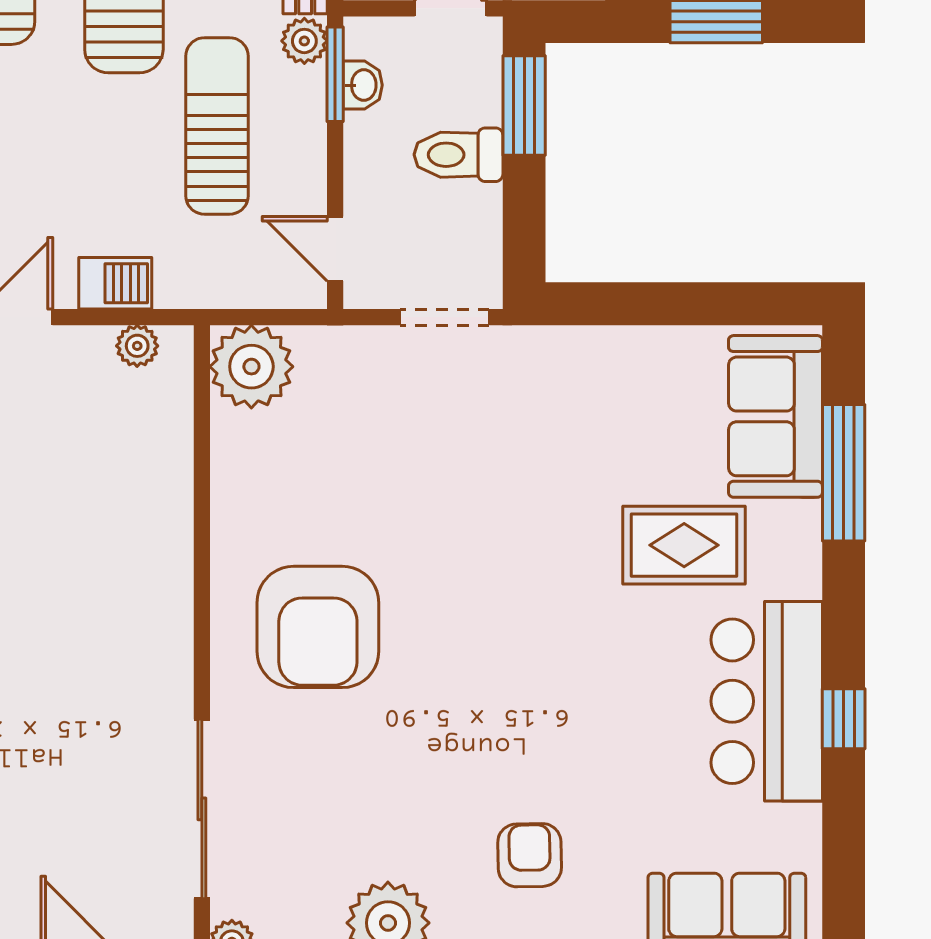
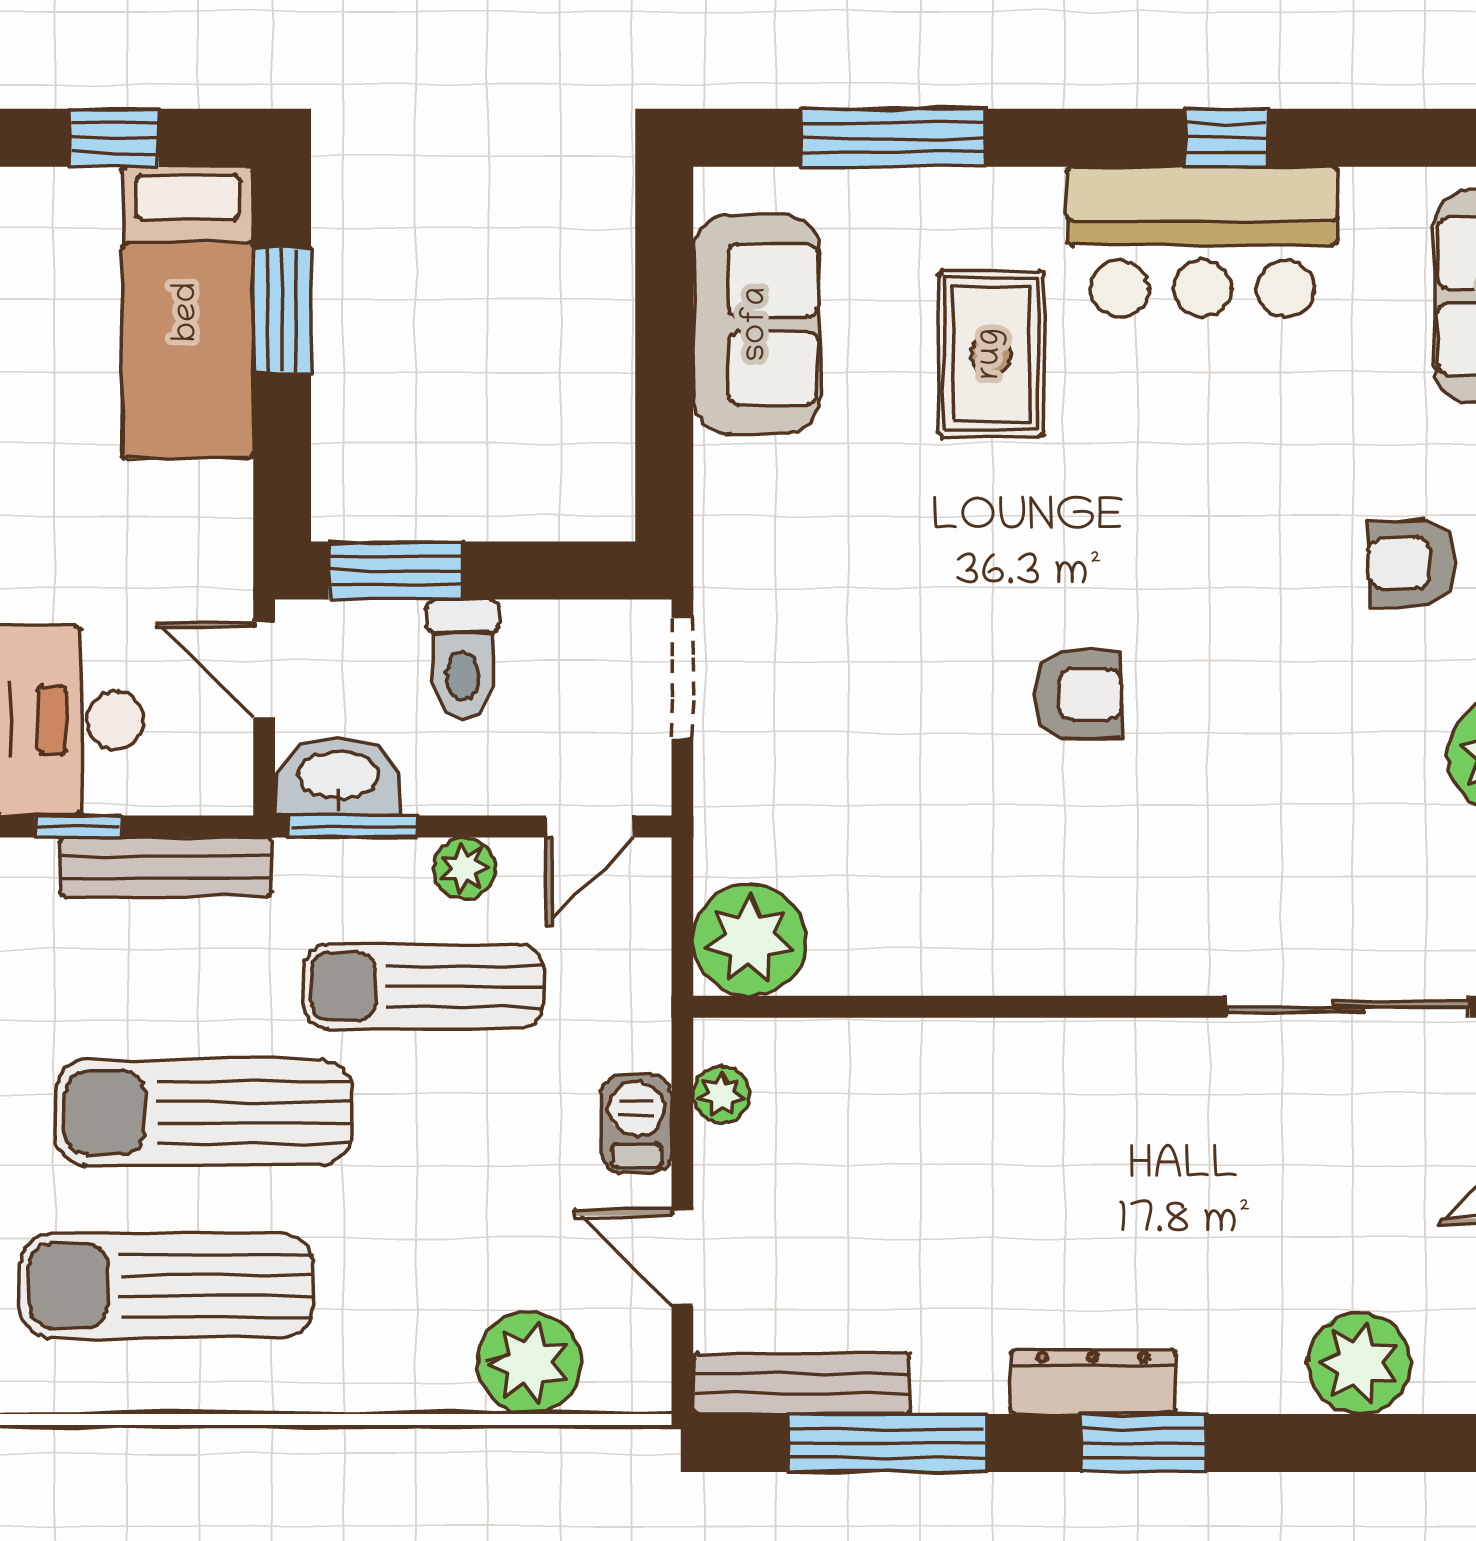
plant: (304, 41) -> (464, 868), moved
washbasin: (363, 85) -> (338, 777), width x1.91, depth x1.45
sofa: (775, 416) -> (757, 324), moved, turned -90
armchair: (318, 627) -> (1078, 694), moved, width x0.53, depth x0.53

